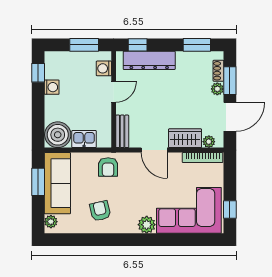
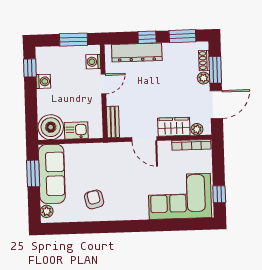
window: (138, 45) -> (147, 37), moved
armchair: (108, 167) -> (100, 157), removed
plant: (147, 225) -> (139, 211), removed

